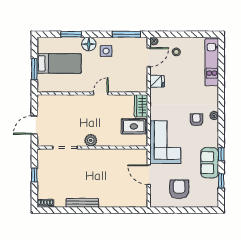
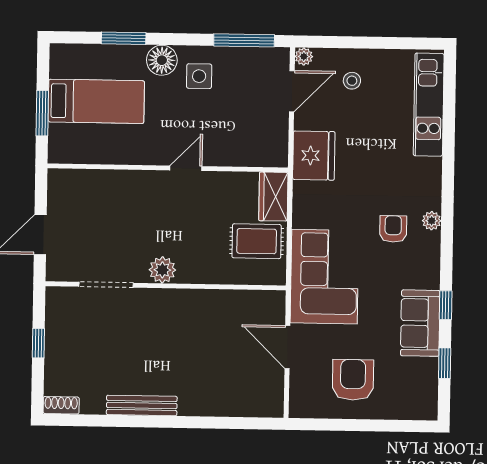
fridge: (157, 81) -> (314, 156), width x1.88, depth x1.34

